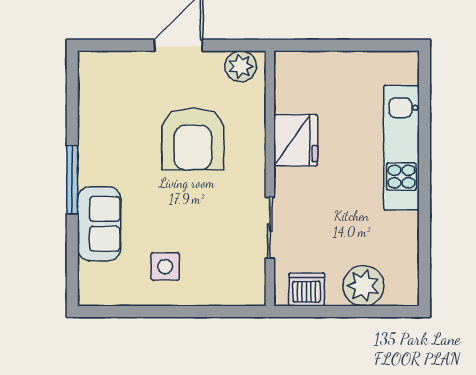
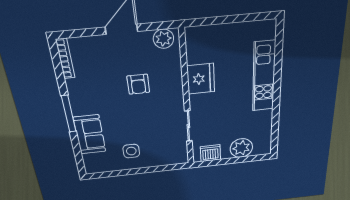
bookcase: (86, 84) -> (65, 59), added
armchair: (193, 139) -> (138, 84), width x0.53, depth x0.53

